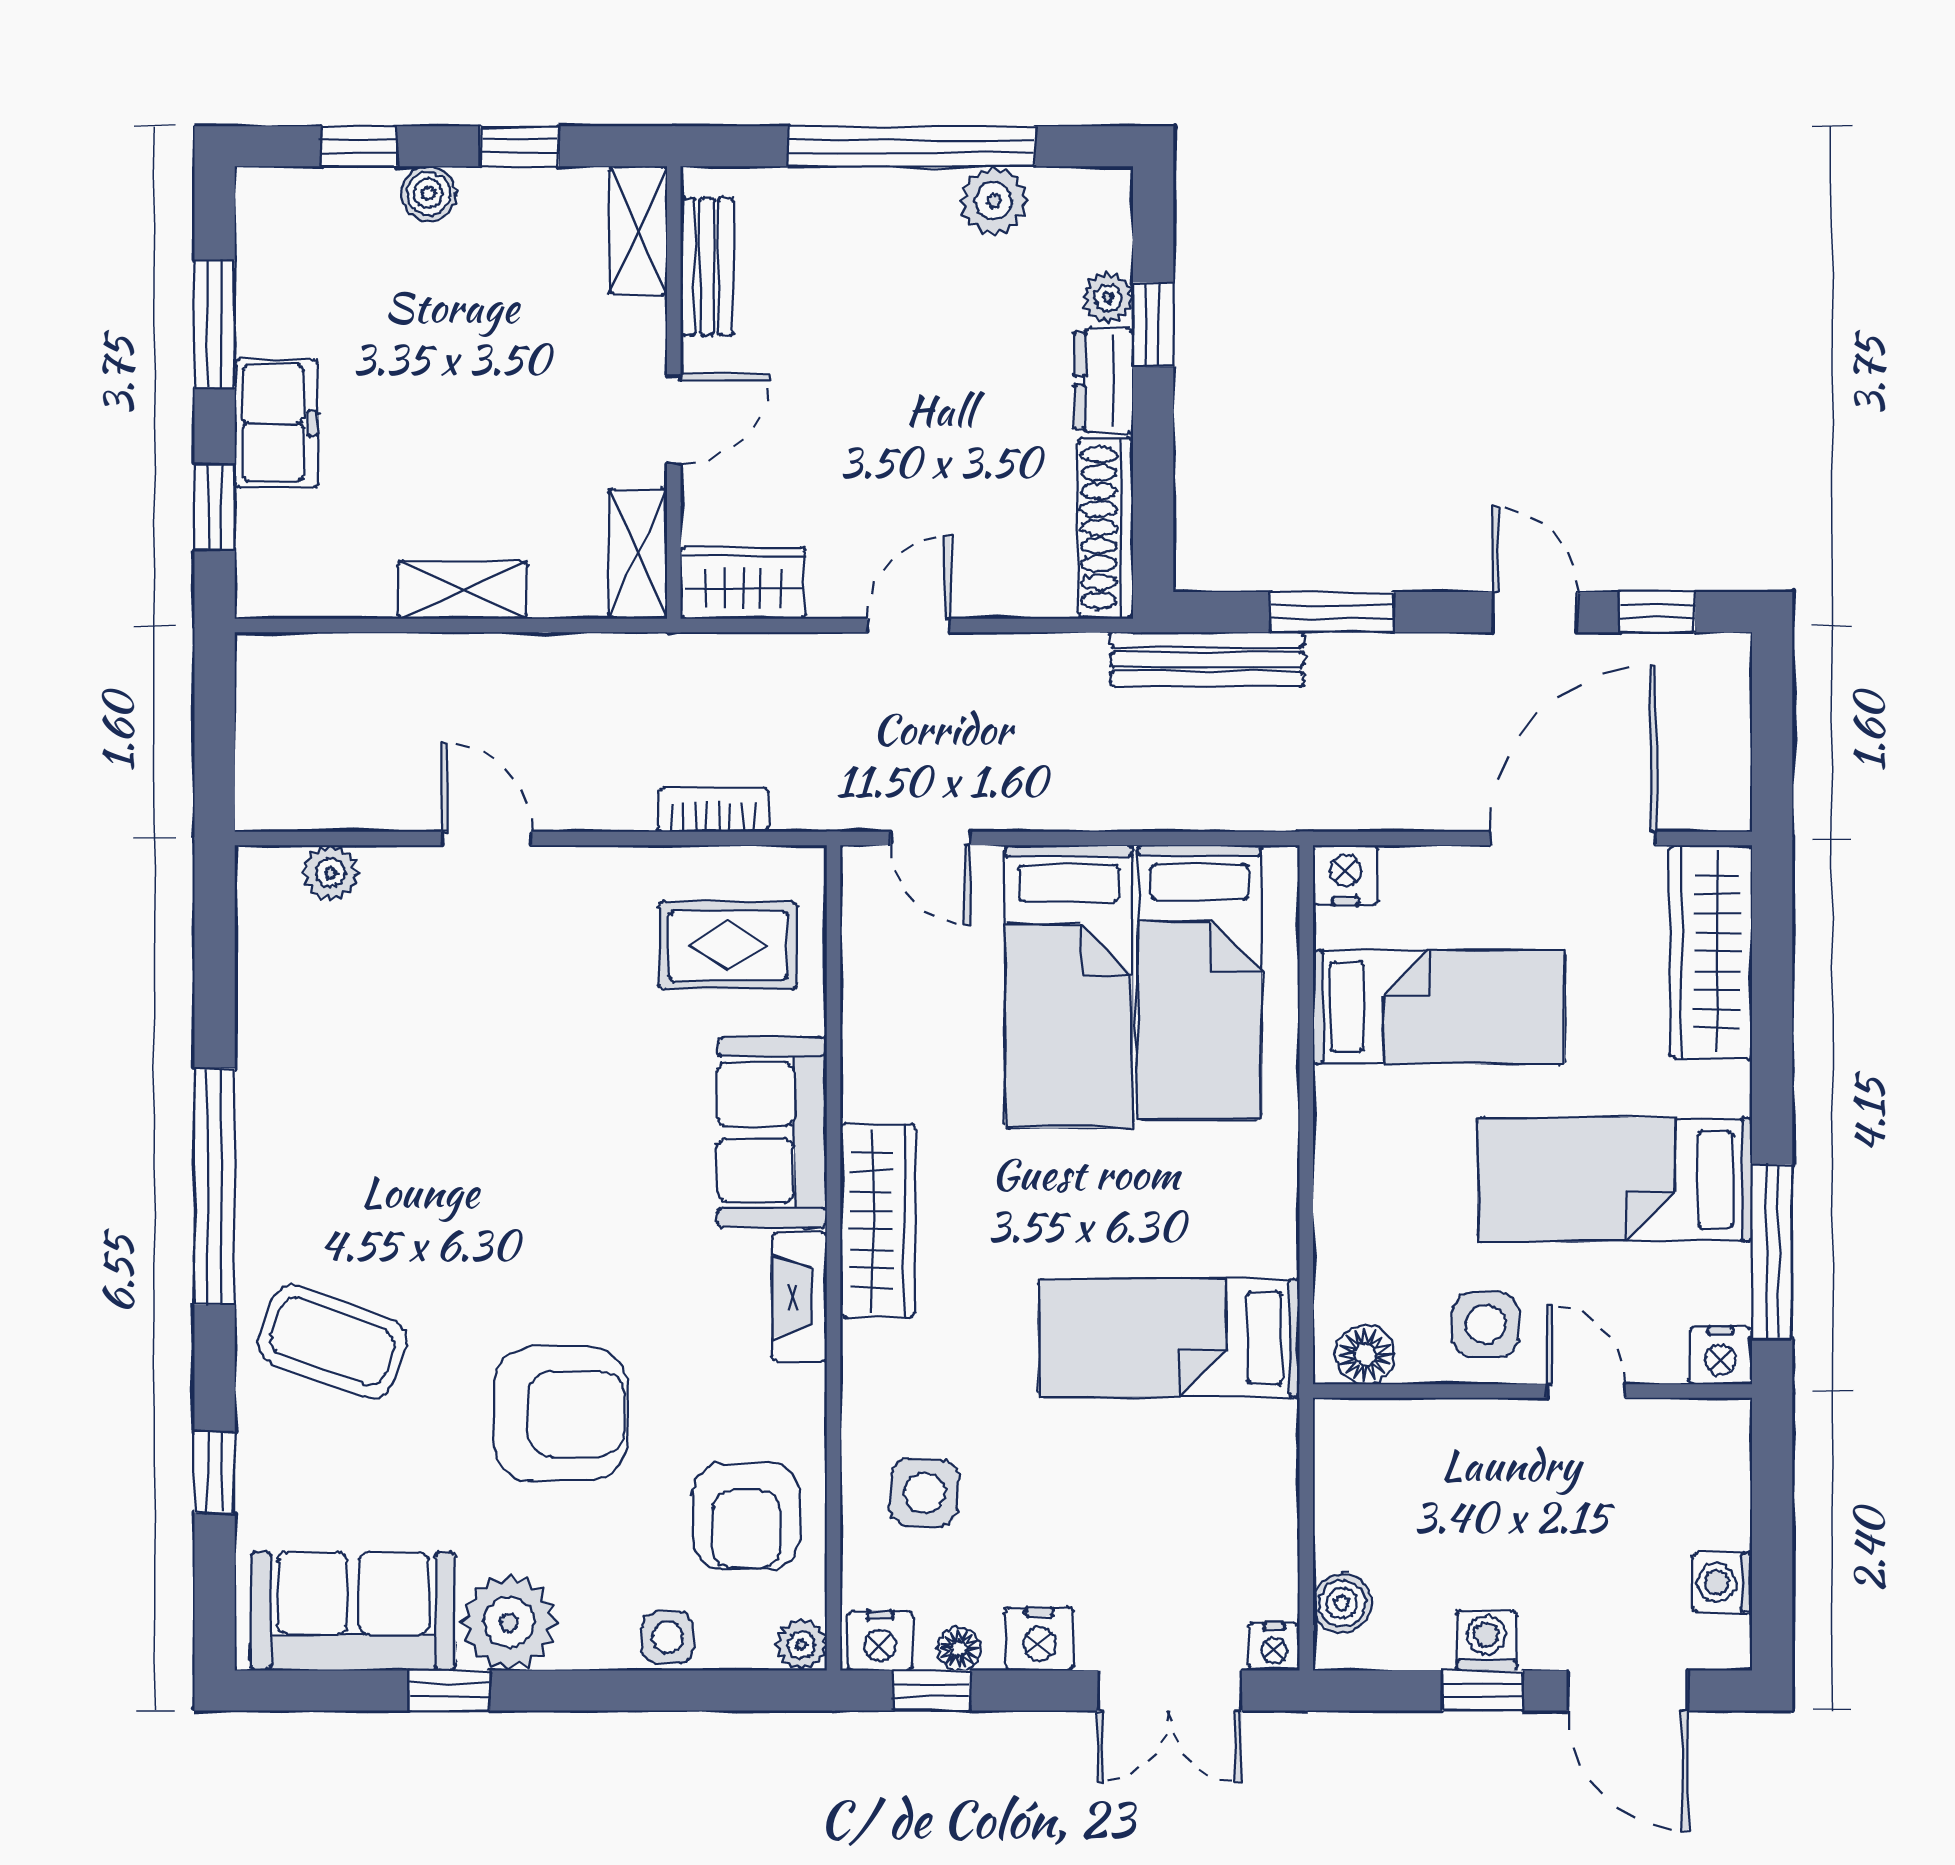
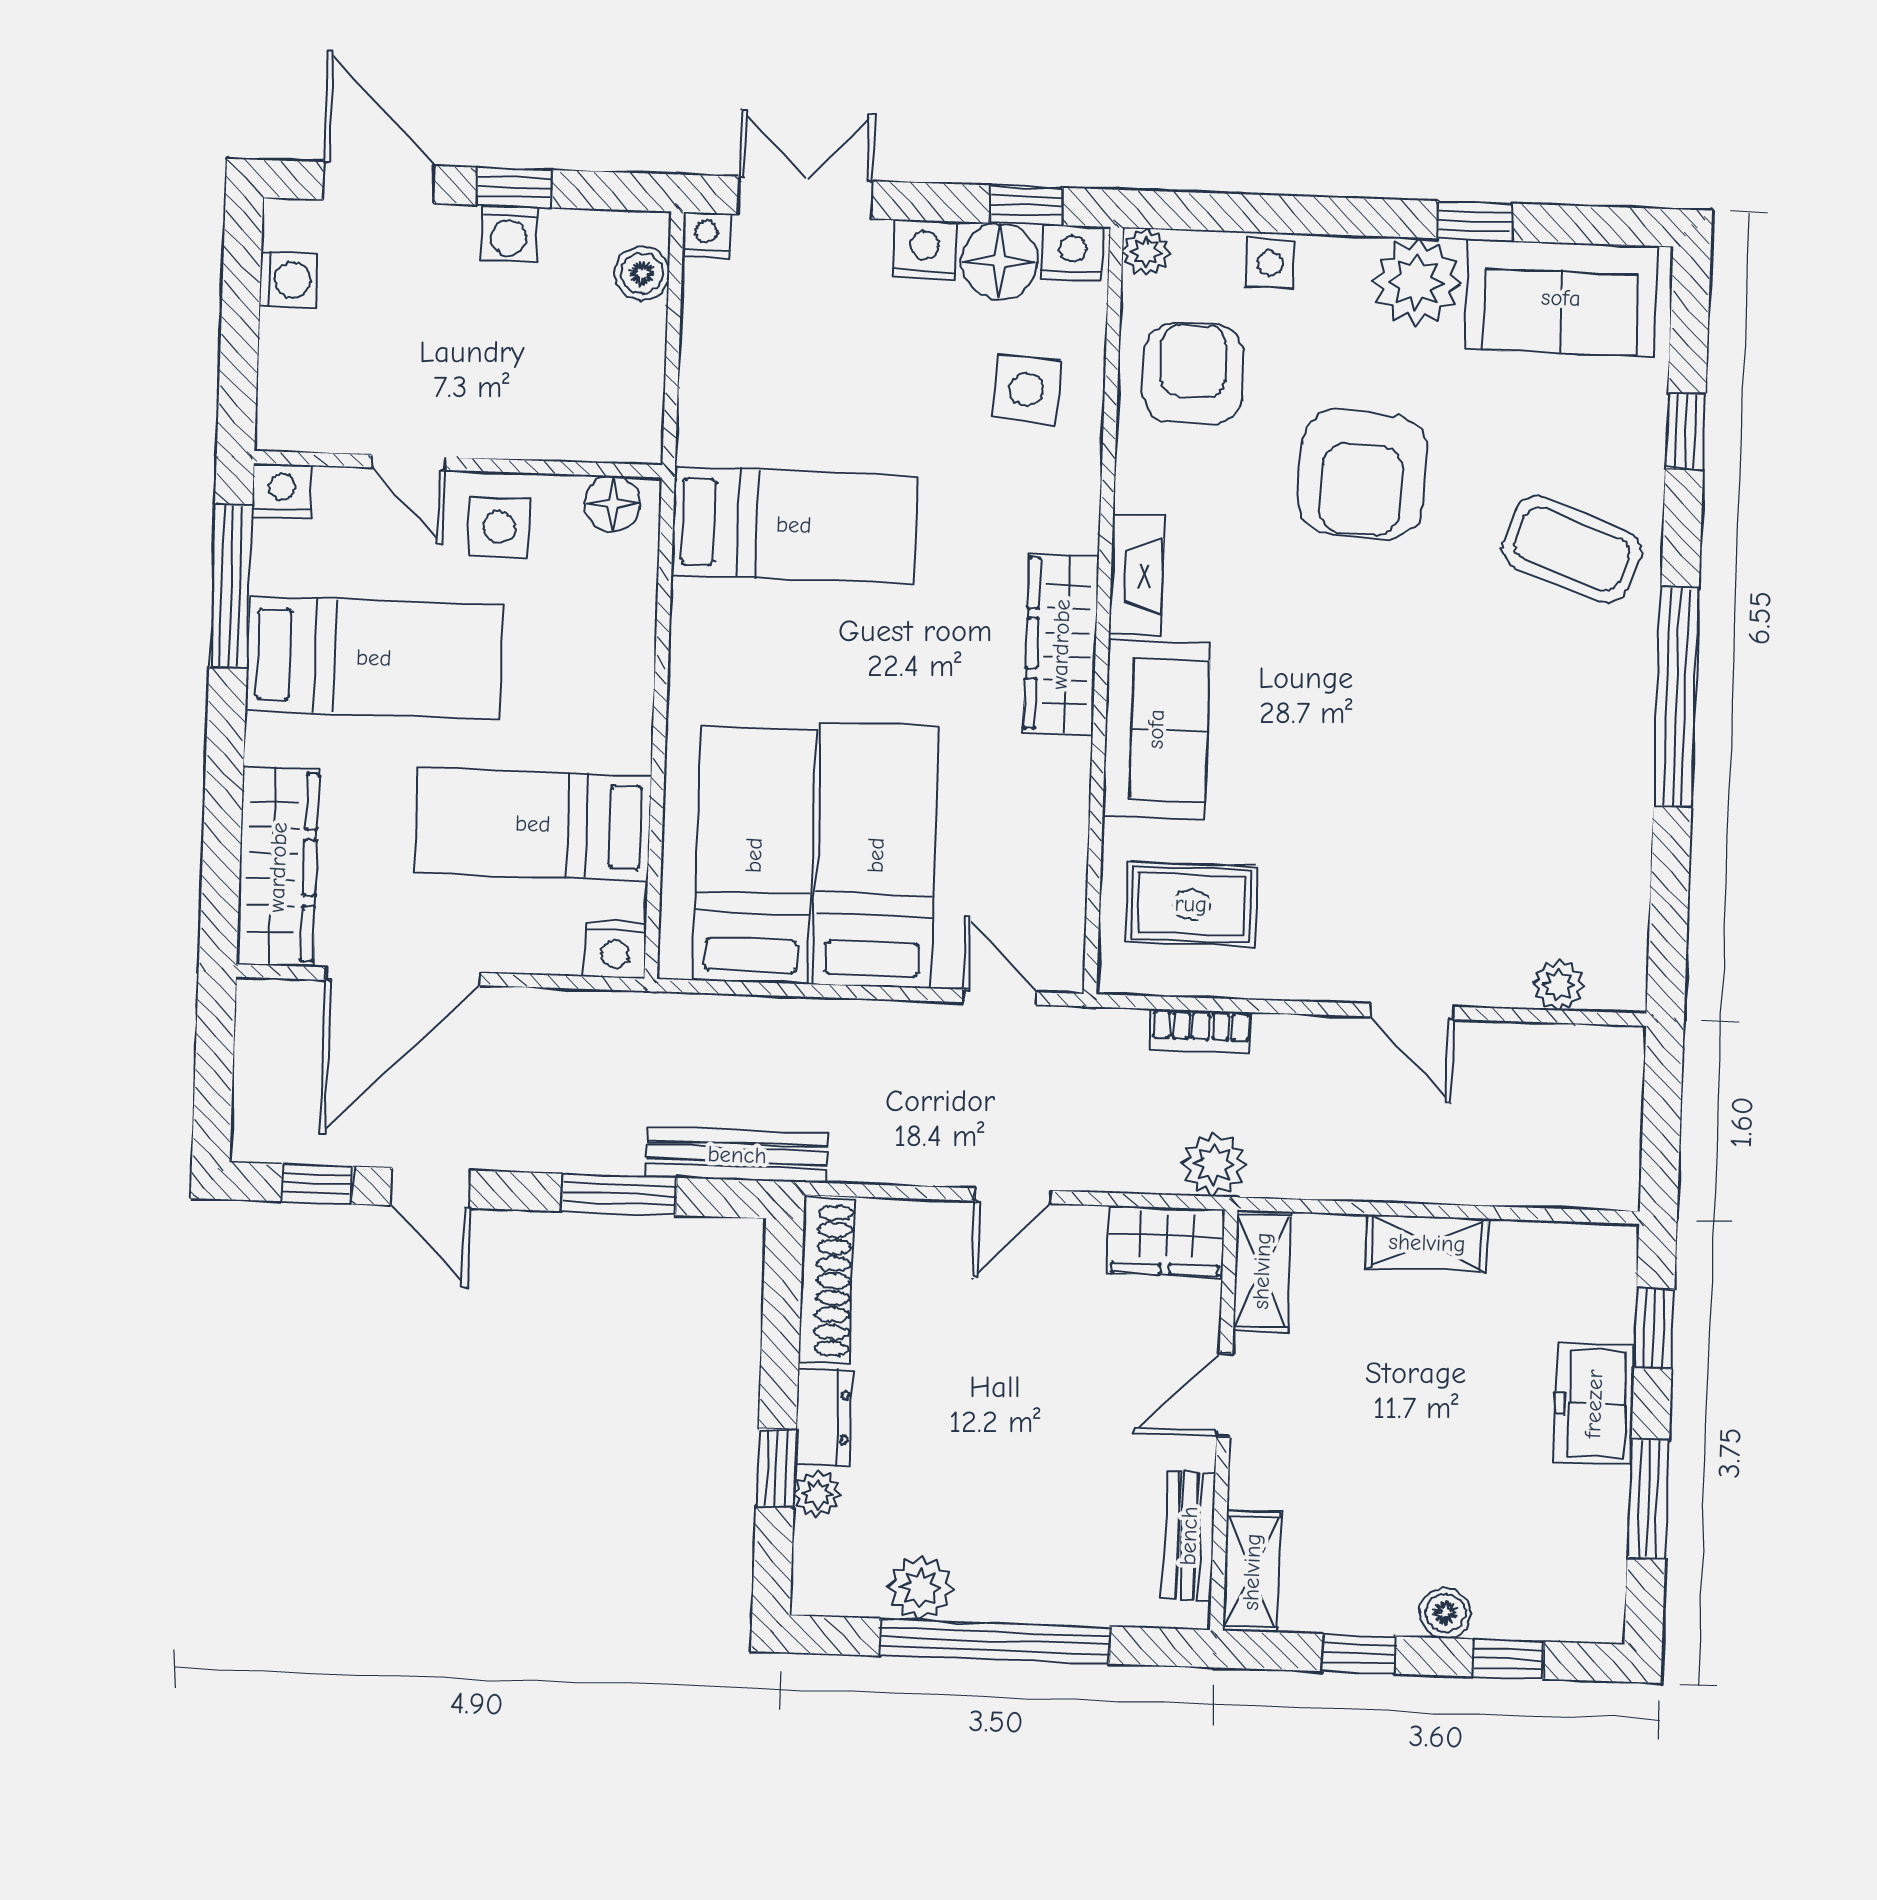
plant: (694, 667) -> (1214, 1164), added
armchair: (560, 1414) -> (1362, 475), turned -87
floor lamp: (959, 1649) -> (999, 261), width x1.89, depth x1.89

